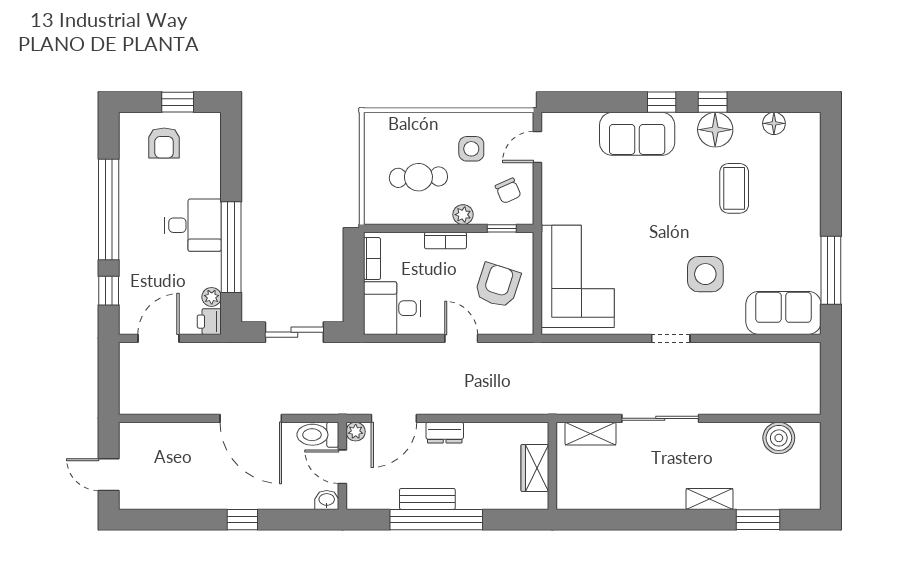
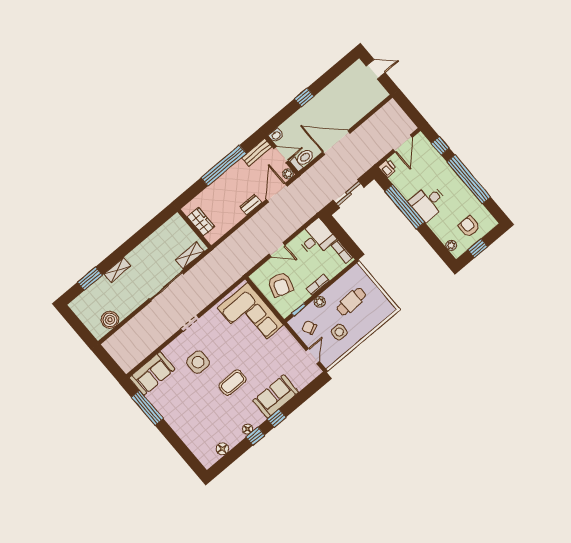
floor lamp: (715, 130) -> (248, 429), width x0.53, depth x0.53
coffee table: (734, 188) -> (233, 383), moved, turned 90
plant: (212, 297) -> (451, 245), moved
bench: (427, 499) -> (257, 152), moved

